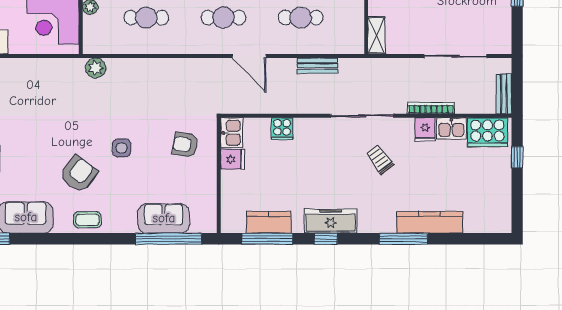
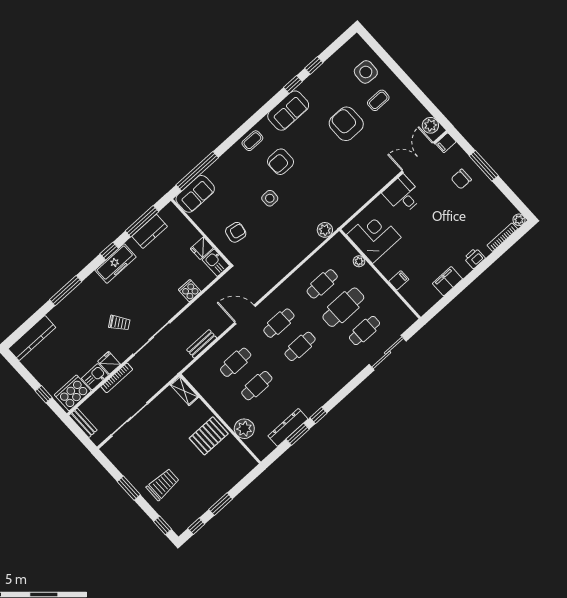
armchair: (79, 174) -> (280, 162), turned 53
sofa: (164, 218) -> (195, 194), moved
kitchen counter: (430, 222) -> (32, 338), moved

